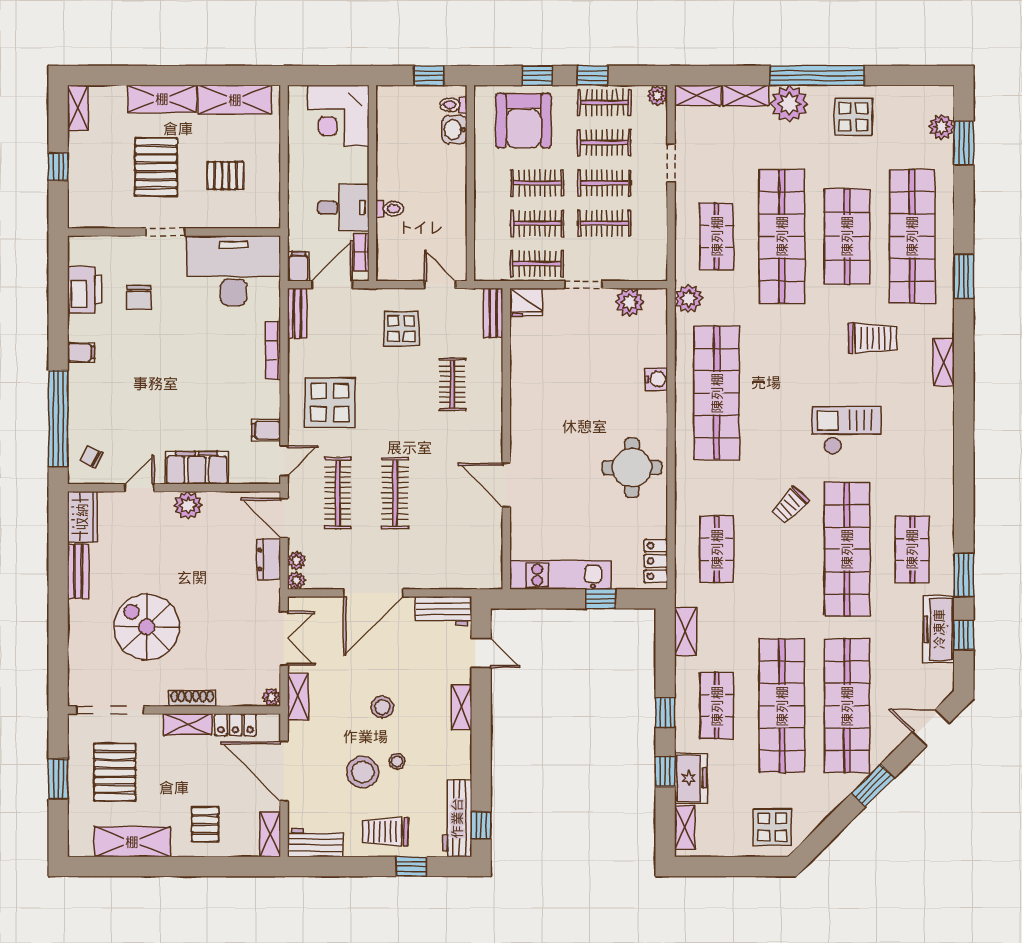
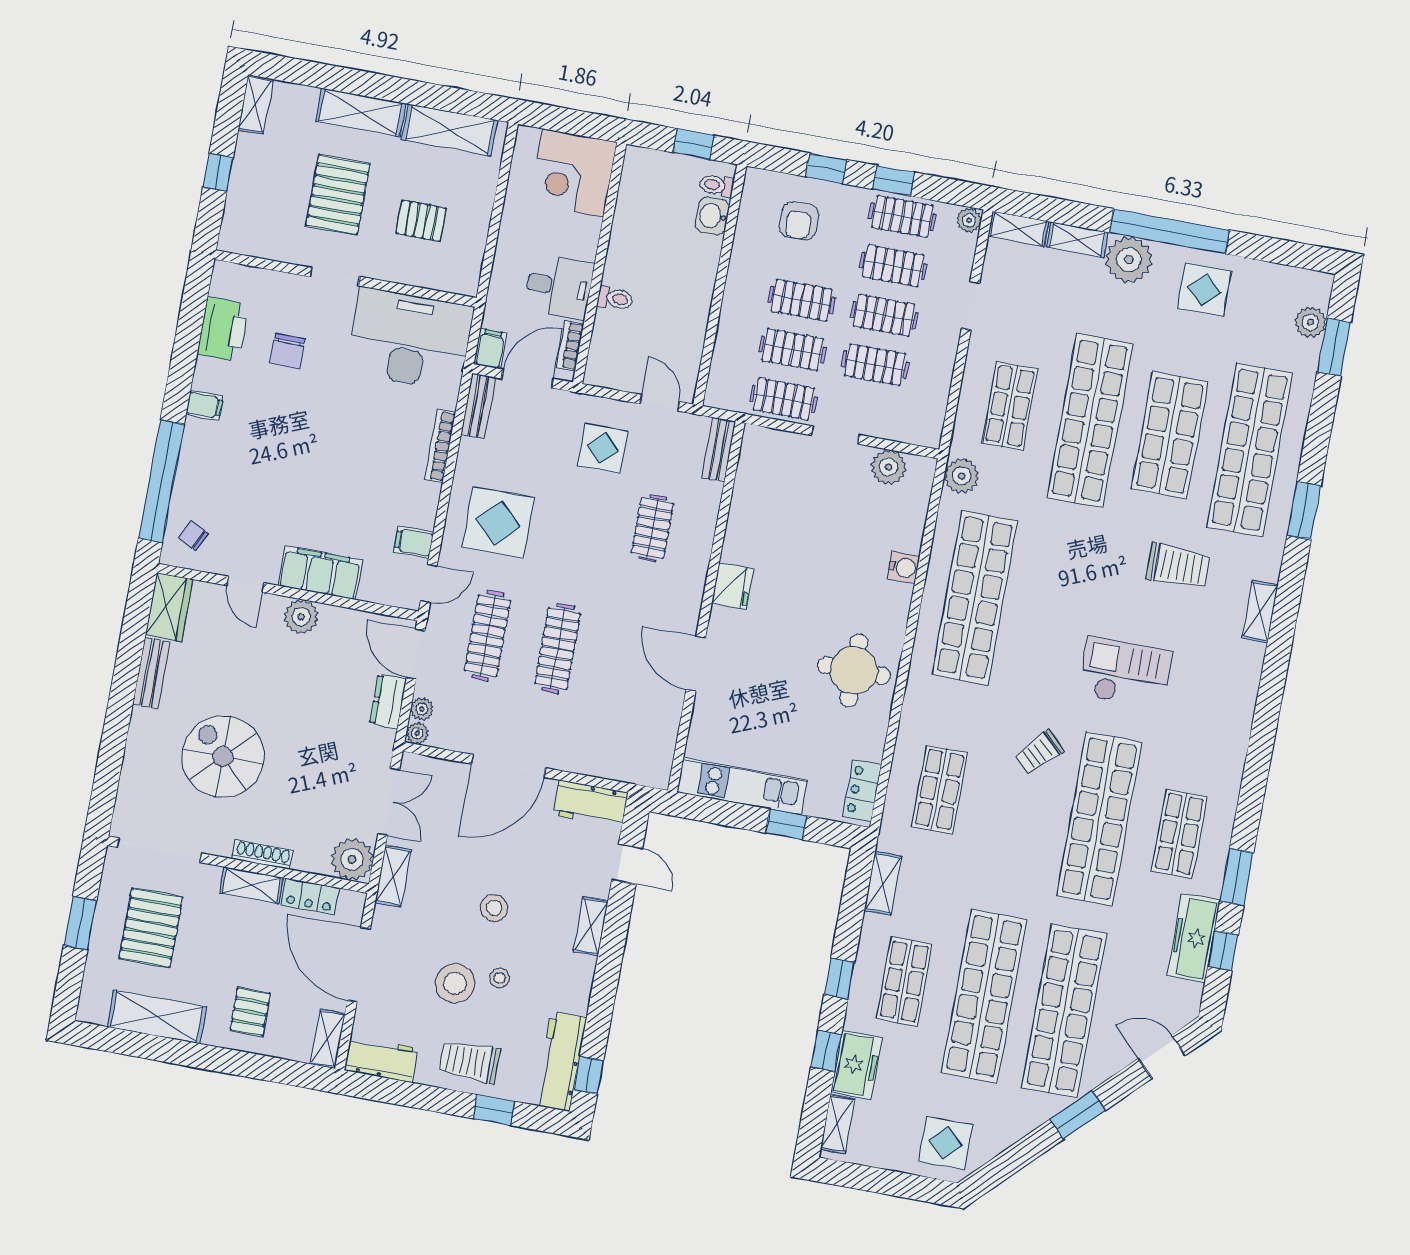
armchair: (524, 121) -> (799, 221), width x0.53, depth x0.53
fridge: (526, 302) -> (732, 586), moved, turned -90
door: (139, 488) -> (245, 584), swing flipped
plant: (271, 697) -> (352, 859), width x1.87, depth x1.87

